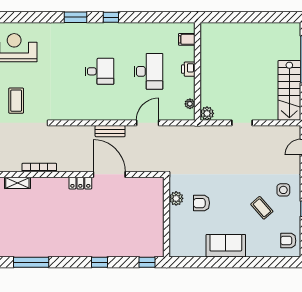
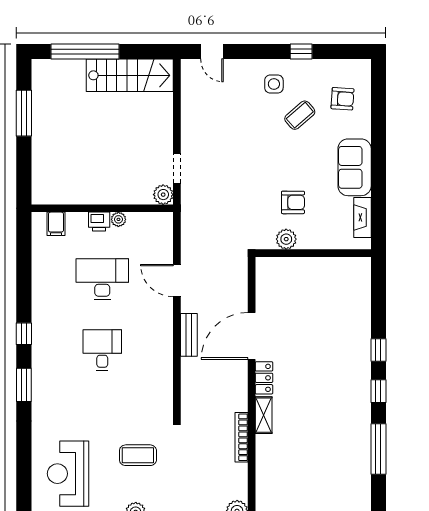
window: (263, 17) -> (24, 113), added
coffee table: (16, 101) -> (138, 455), moved
plant: (190, 104) -> (118, 219), moved
doorway: (242, 123) -> (177, 168), moved
shelving: (17, 183) -> (264, 415), moved
armchair: (202, 203) -> (293, 202), turned -90
armchair: (288, 241) -> (342, 99), moved, turned -86
fireplace: (191, 251) -> (362, 217), added
window: (147, 262) -> (378, 391), moved

